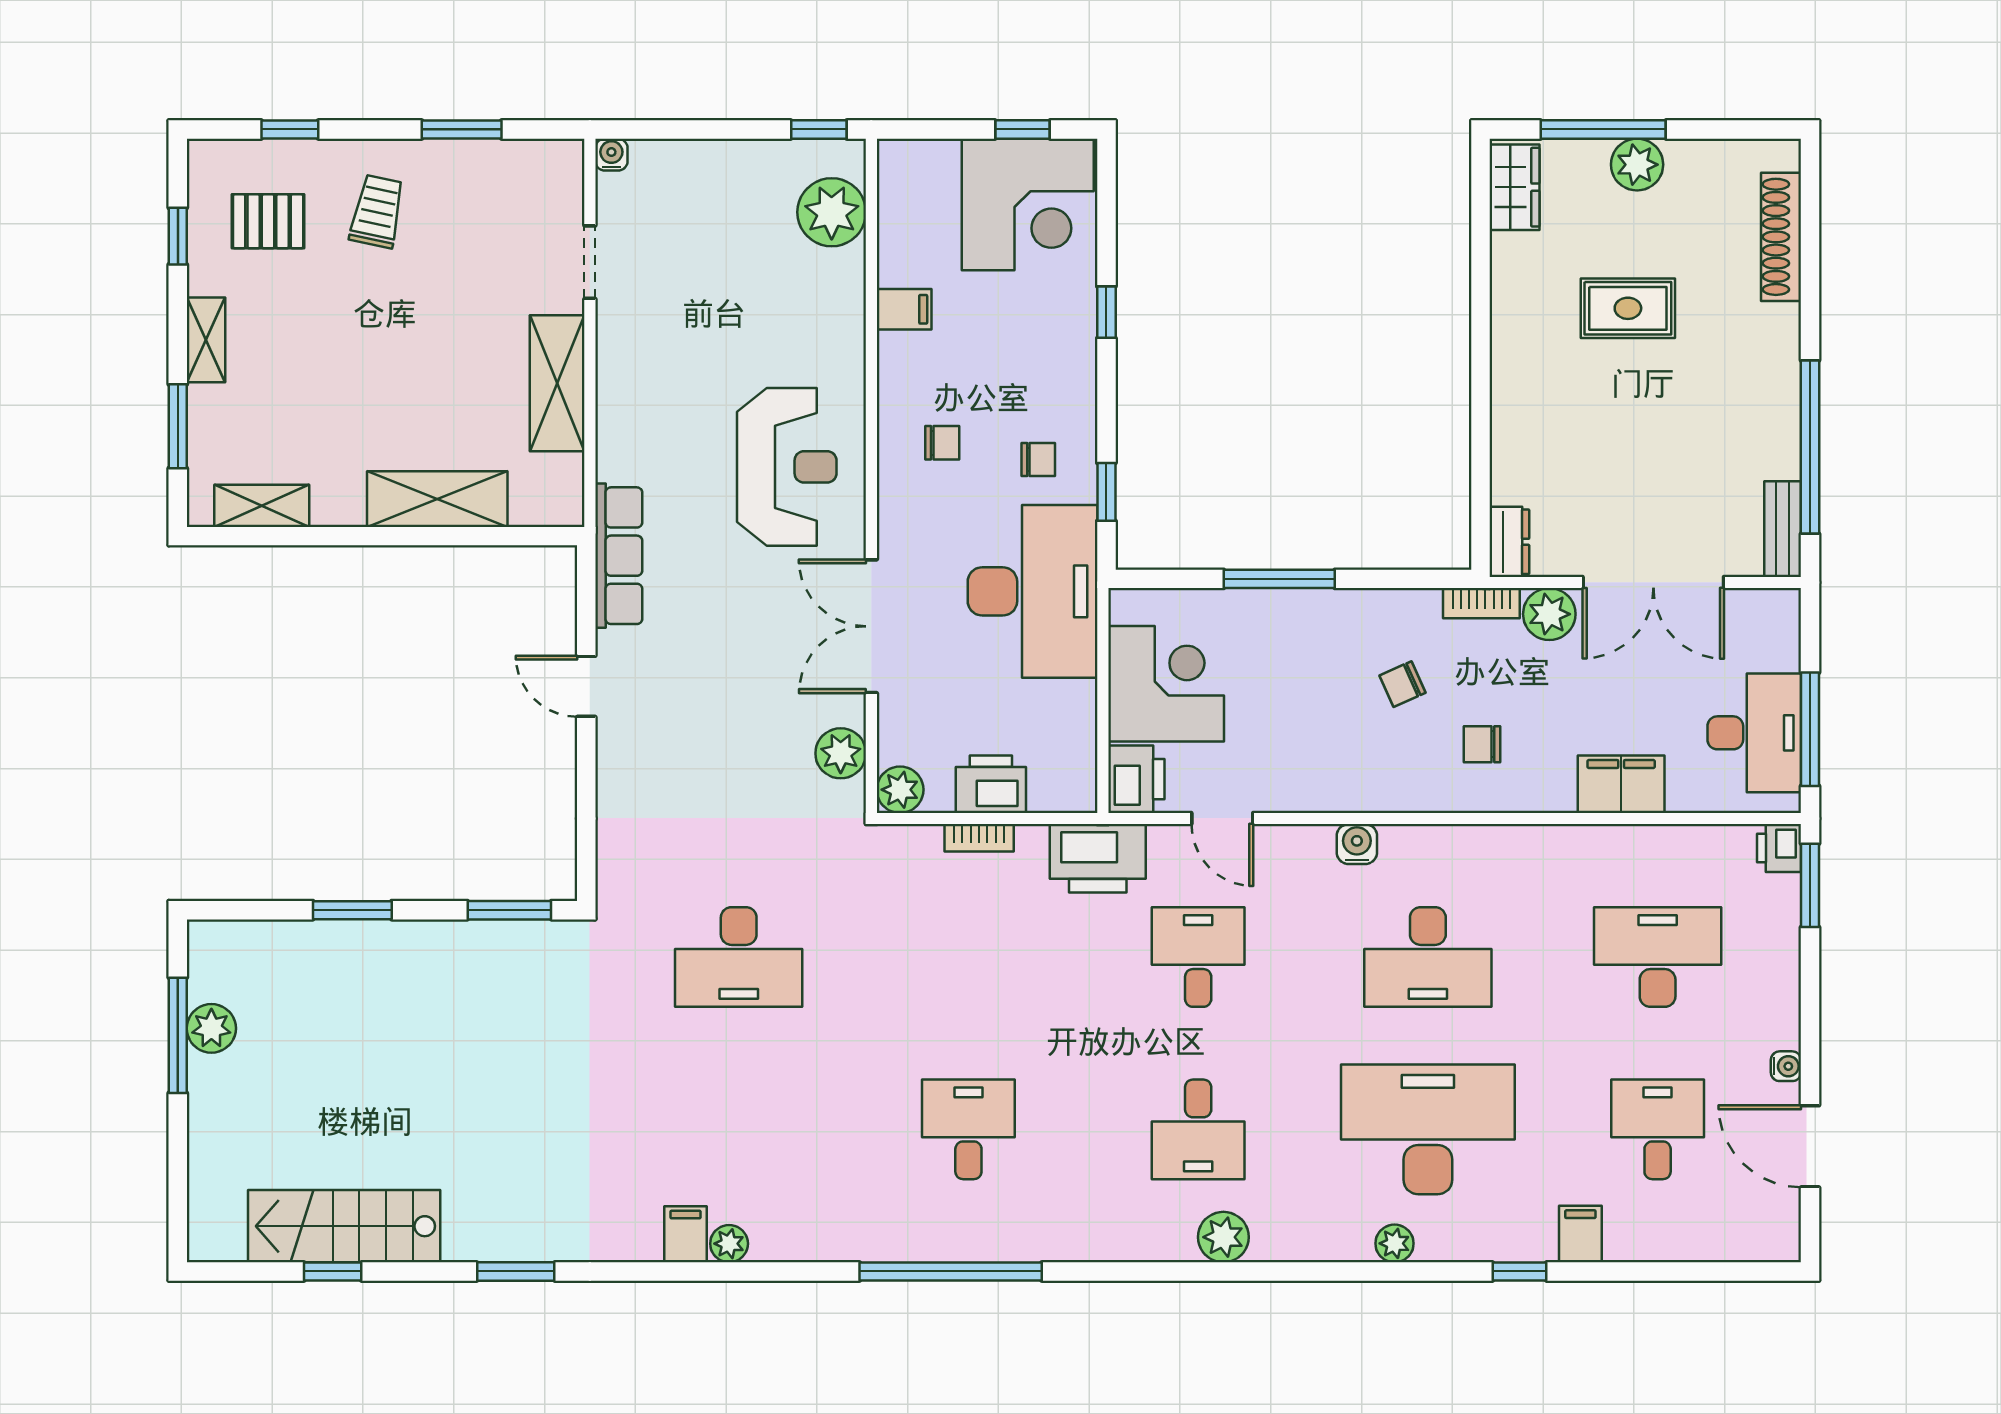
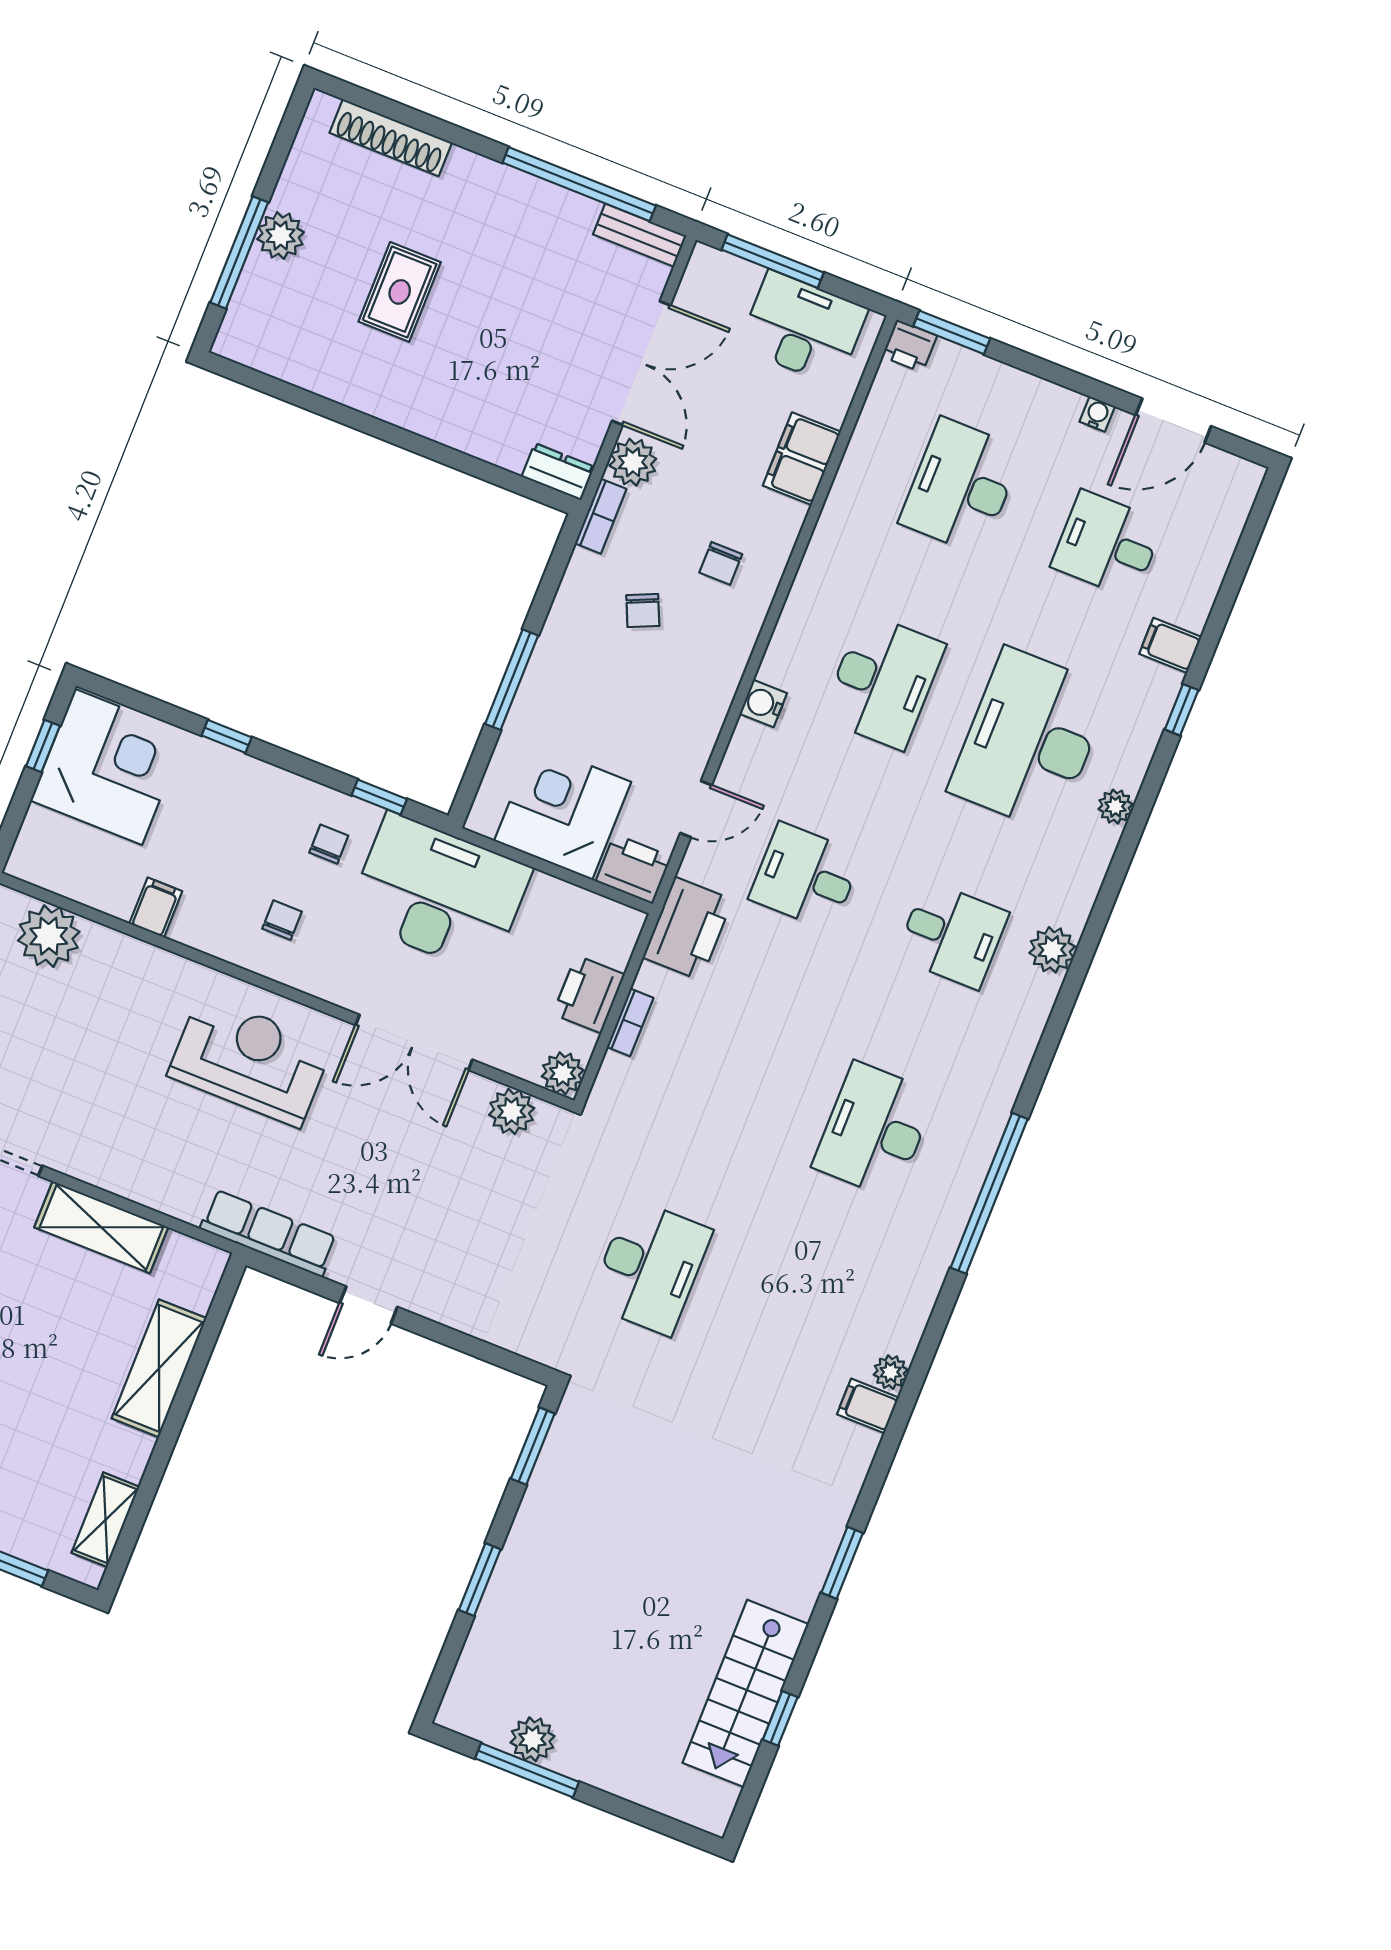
wardrobe: (1514, 187) -> (258, 347), removed
window: (1810, 729) -> (773, 261), moved
desk: (968, 1129) -> (874, 1130), width x1.37

